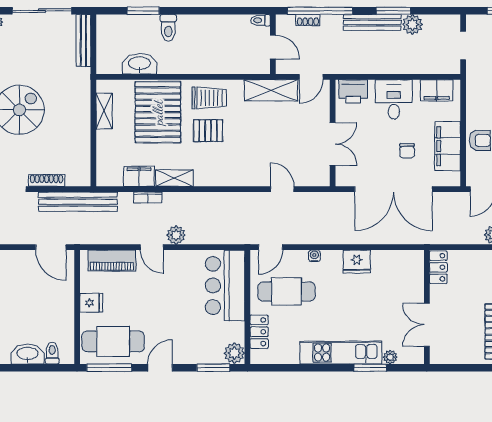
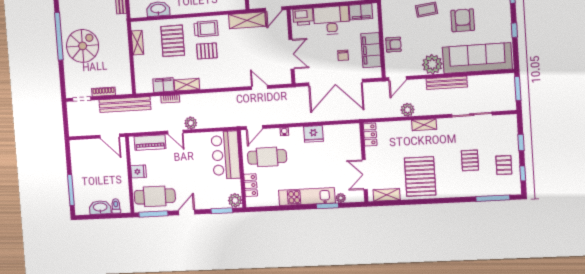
desk: (394, 99) -> (332, 20), width x1.37
pallet: (158, 112) -> (173, 41), width x0.73, depth x0.71
shelving: (456, 356) -> (387, 195), added

